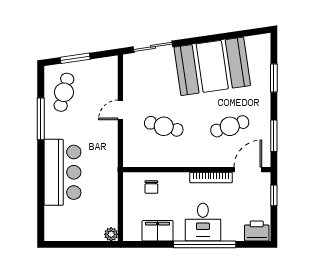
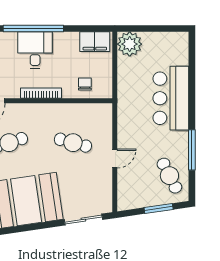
cafe table: (64, 92) -> (169, 176), turned -41
bookcase: (211, 178) -> (41, 93), moved
filing cabinet: (158, 231) -> (95, 42), moved
plant: (111, 234) -> (130, 44), width x1.87, depth x1.87

